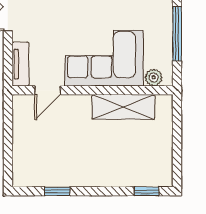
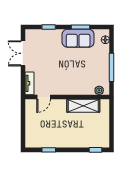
corner sofa: (104, 58) -> (73, 80), removed

